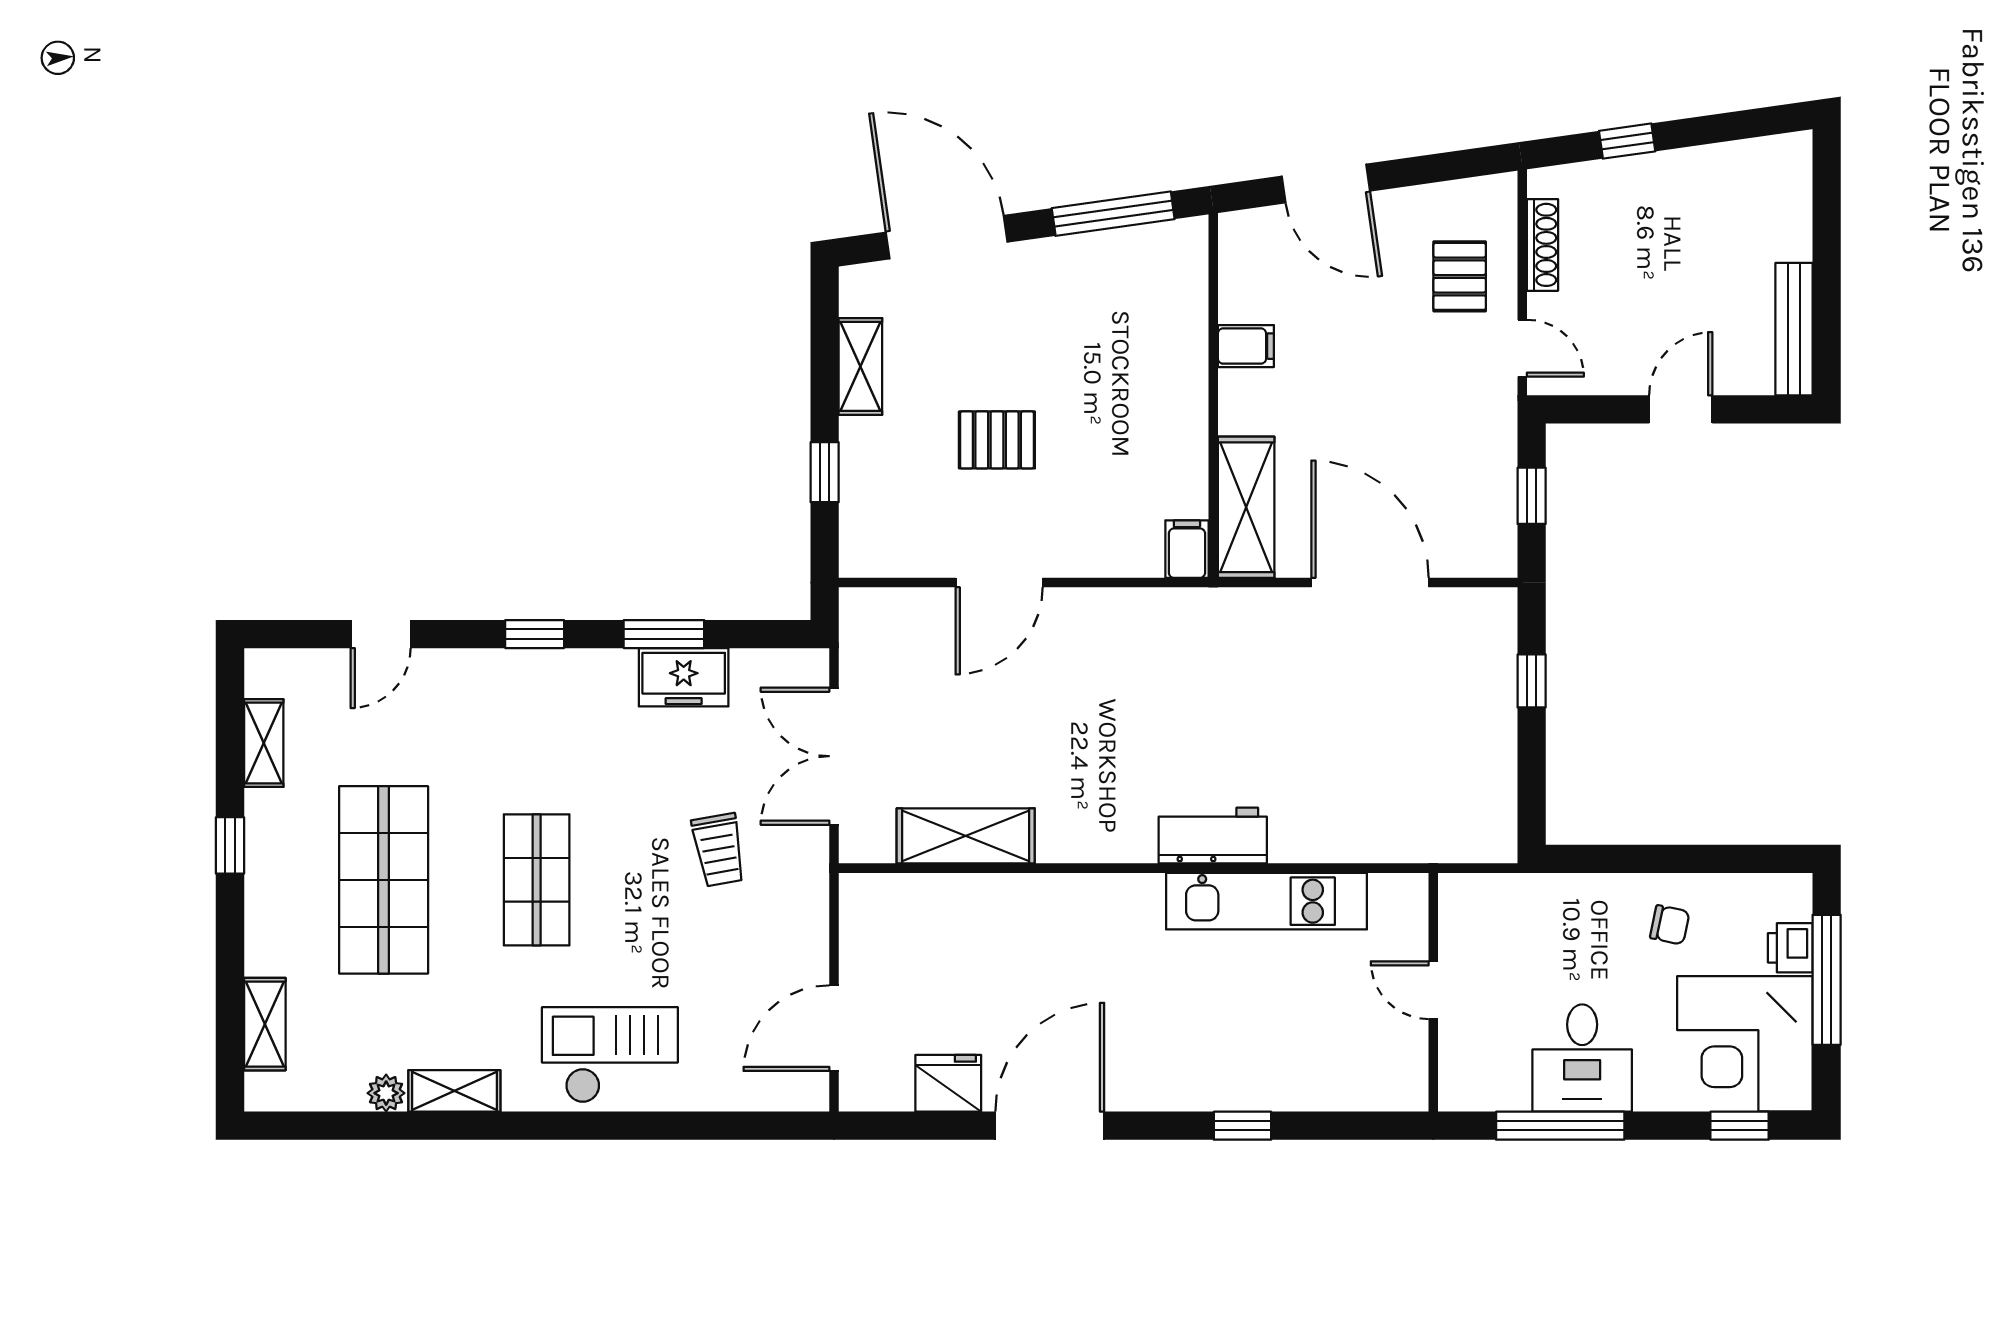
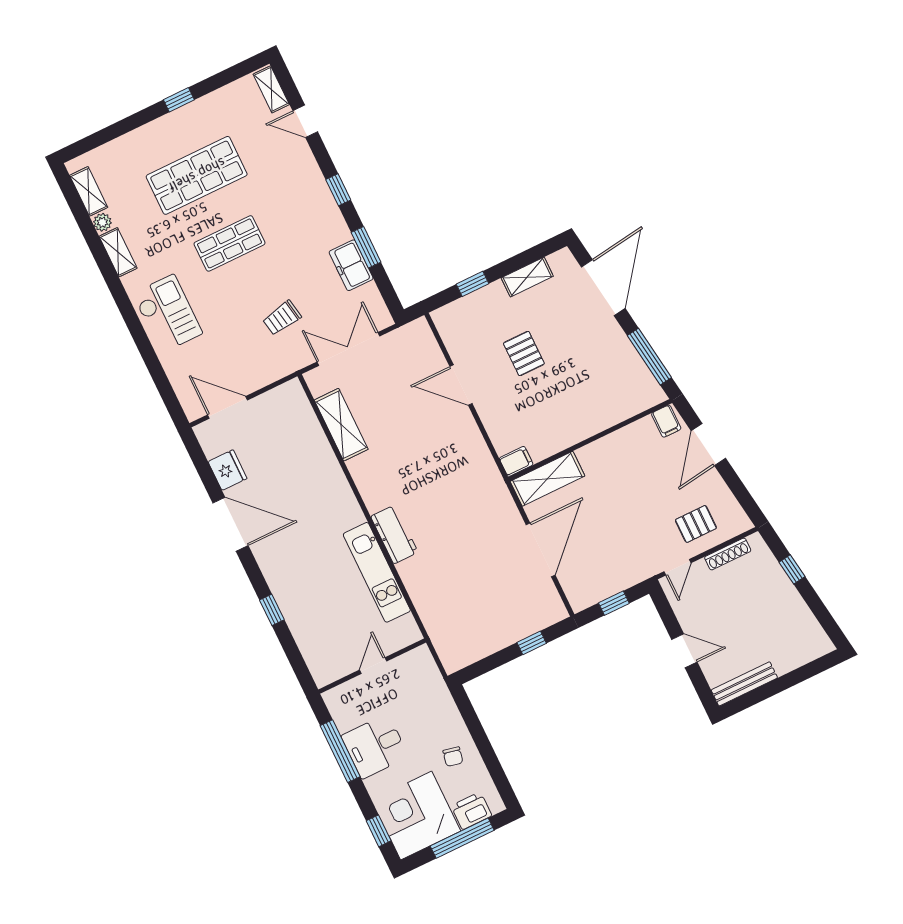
filing cabinet: (1246, 346) -> (666, 421), moved
shelving: (264, 743) -> (271, 89), moved, turned 90
printer: (1790, 948) -> (471, 811), width x1.36, depth x1.24
shelving: (265, 1024) -> (89, 191), moved, turned 90

